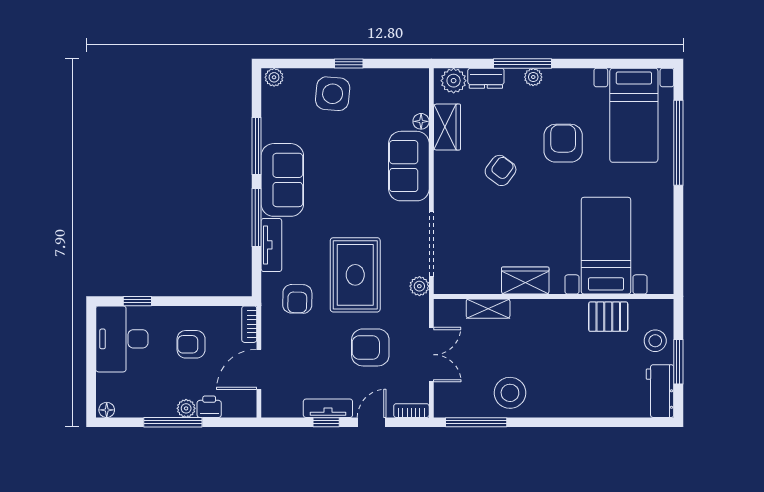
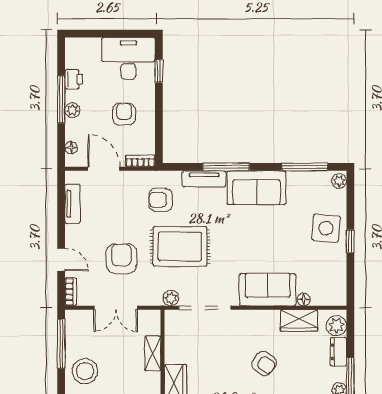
window: (257, 146) -> (305, 167), moved
printer: (209, 407) -> (74, 79), moved
tv unit: (328, 408) -> (72, 204), moved
floor lamp: (107, 410) -> (71, 148), moved
window: (326, 422) -> (61, 223), removed

